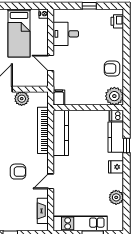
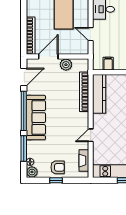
filing cabinet: (59, 97) -> (108, 64), moved
armchair: (18, 172) -> (58, 167), moved

